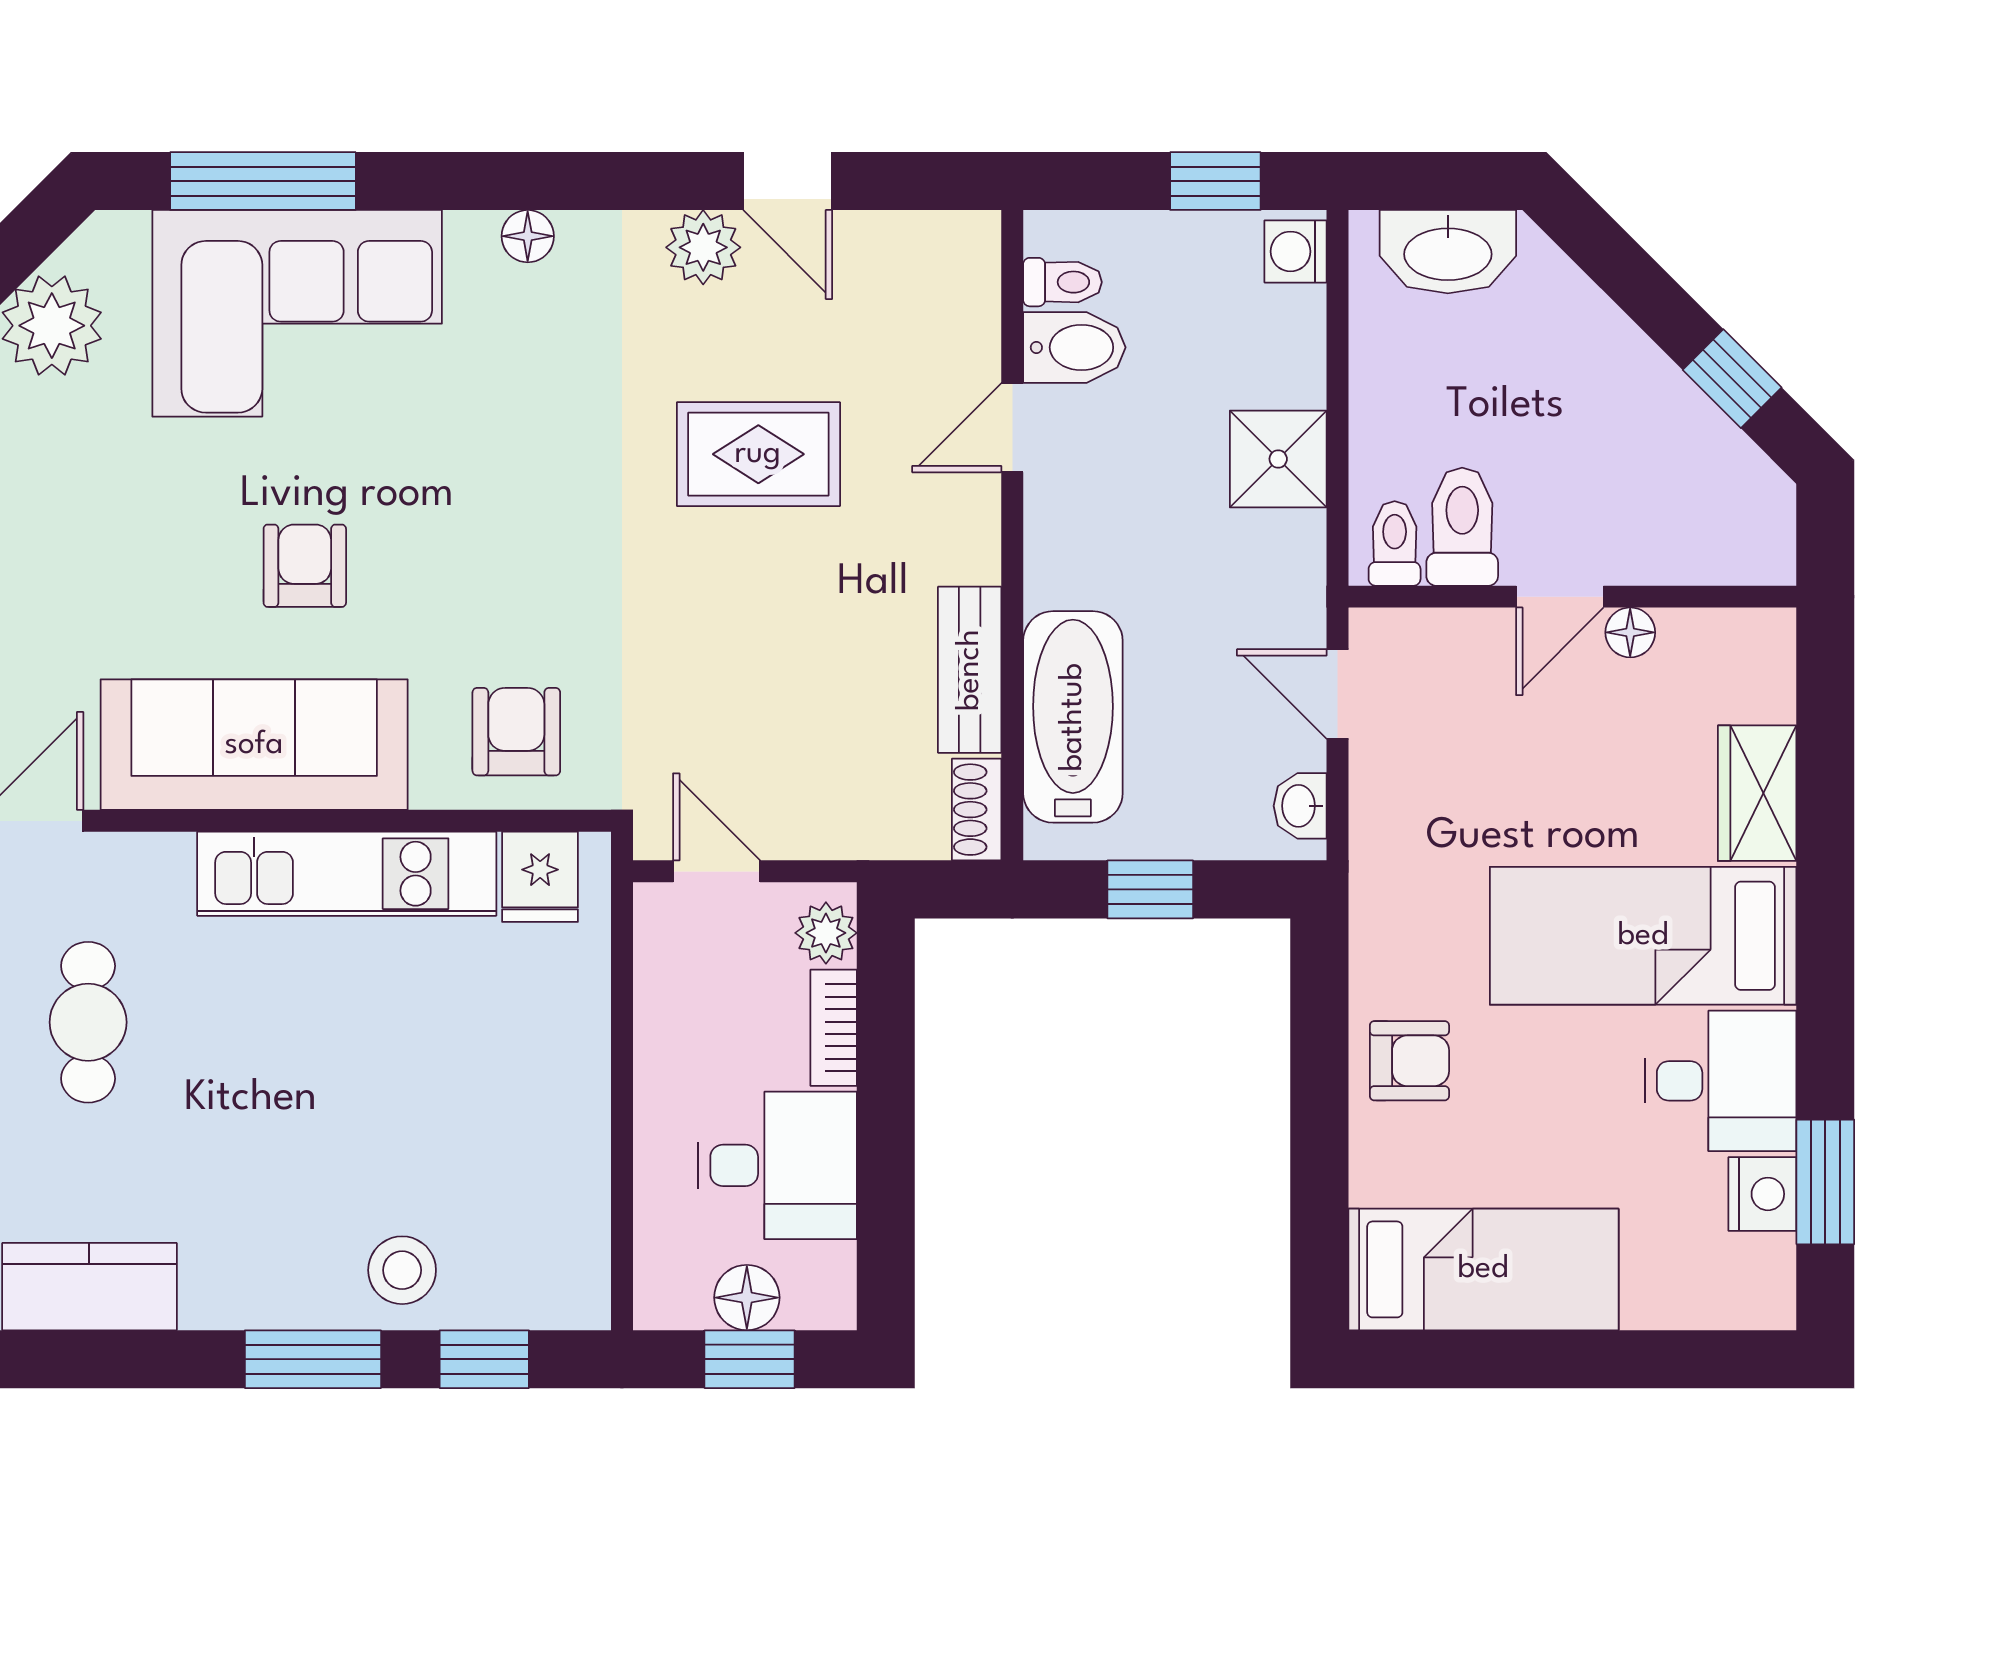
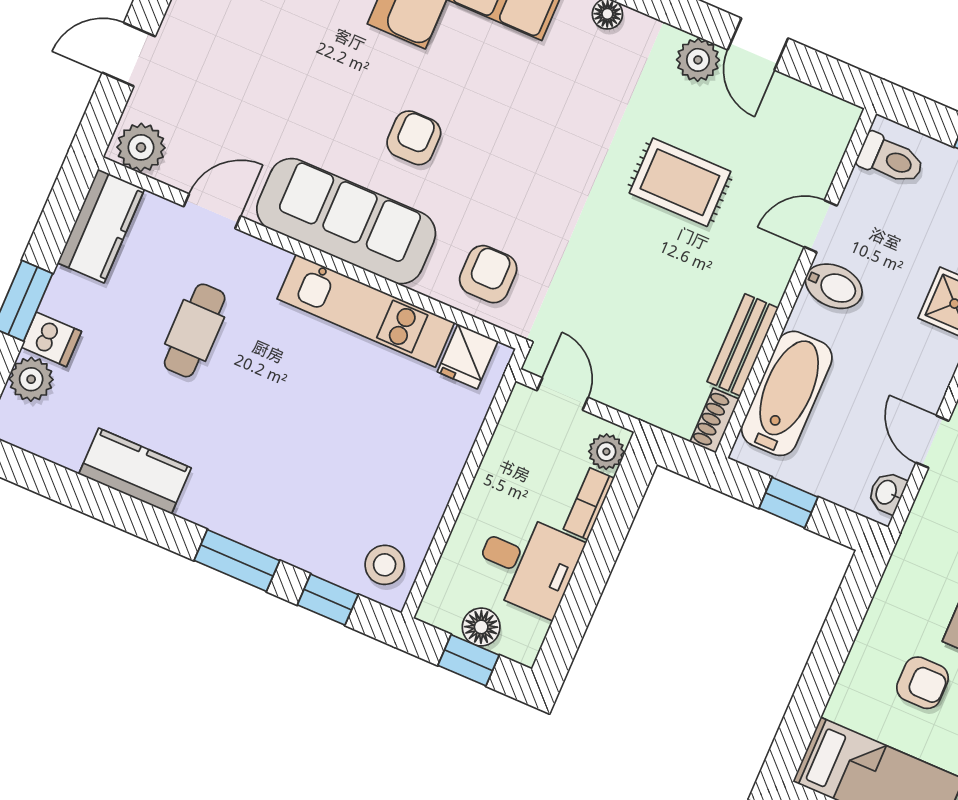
toilet: (1062, 282) -> (891, 159), width x1.37, depth x1.39
bidet: (1074, 347) -> (834, 286), moved
armchair: (1409, 1061) -> (922, 683), moved
stool: (402, 1270) -> (385, 565), moved

